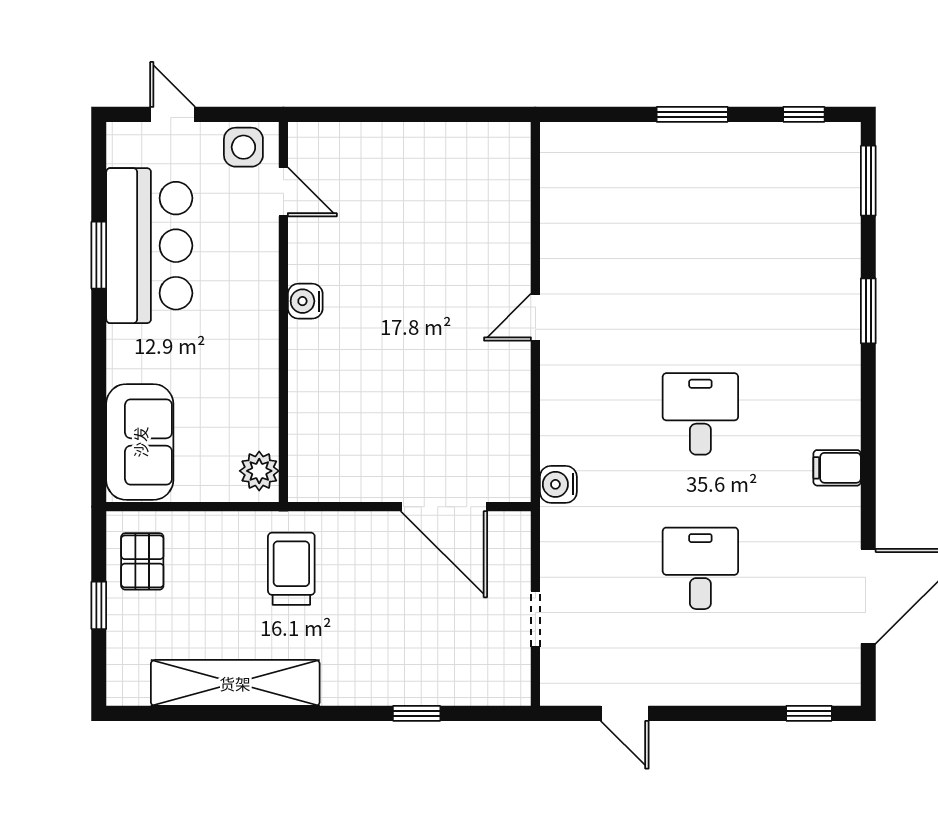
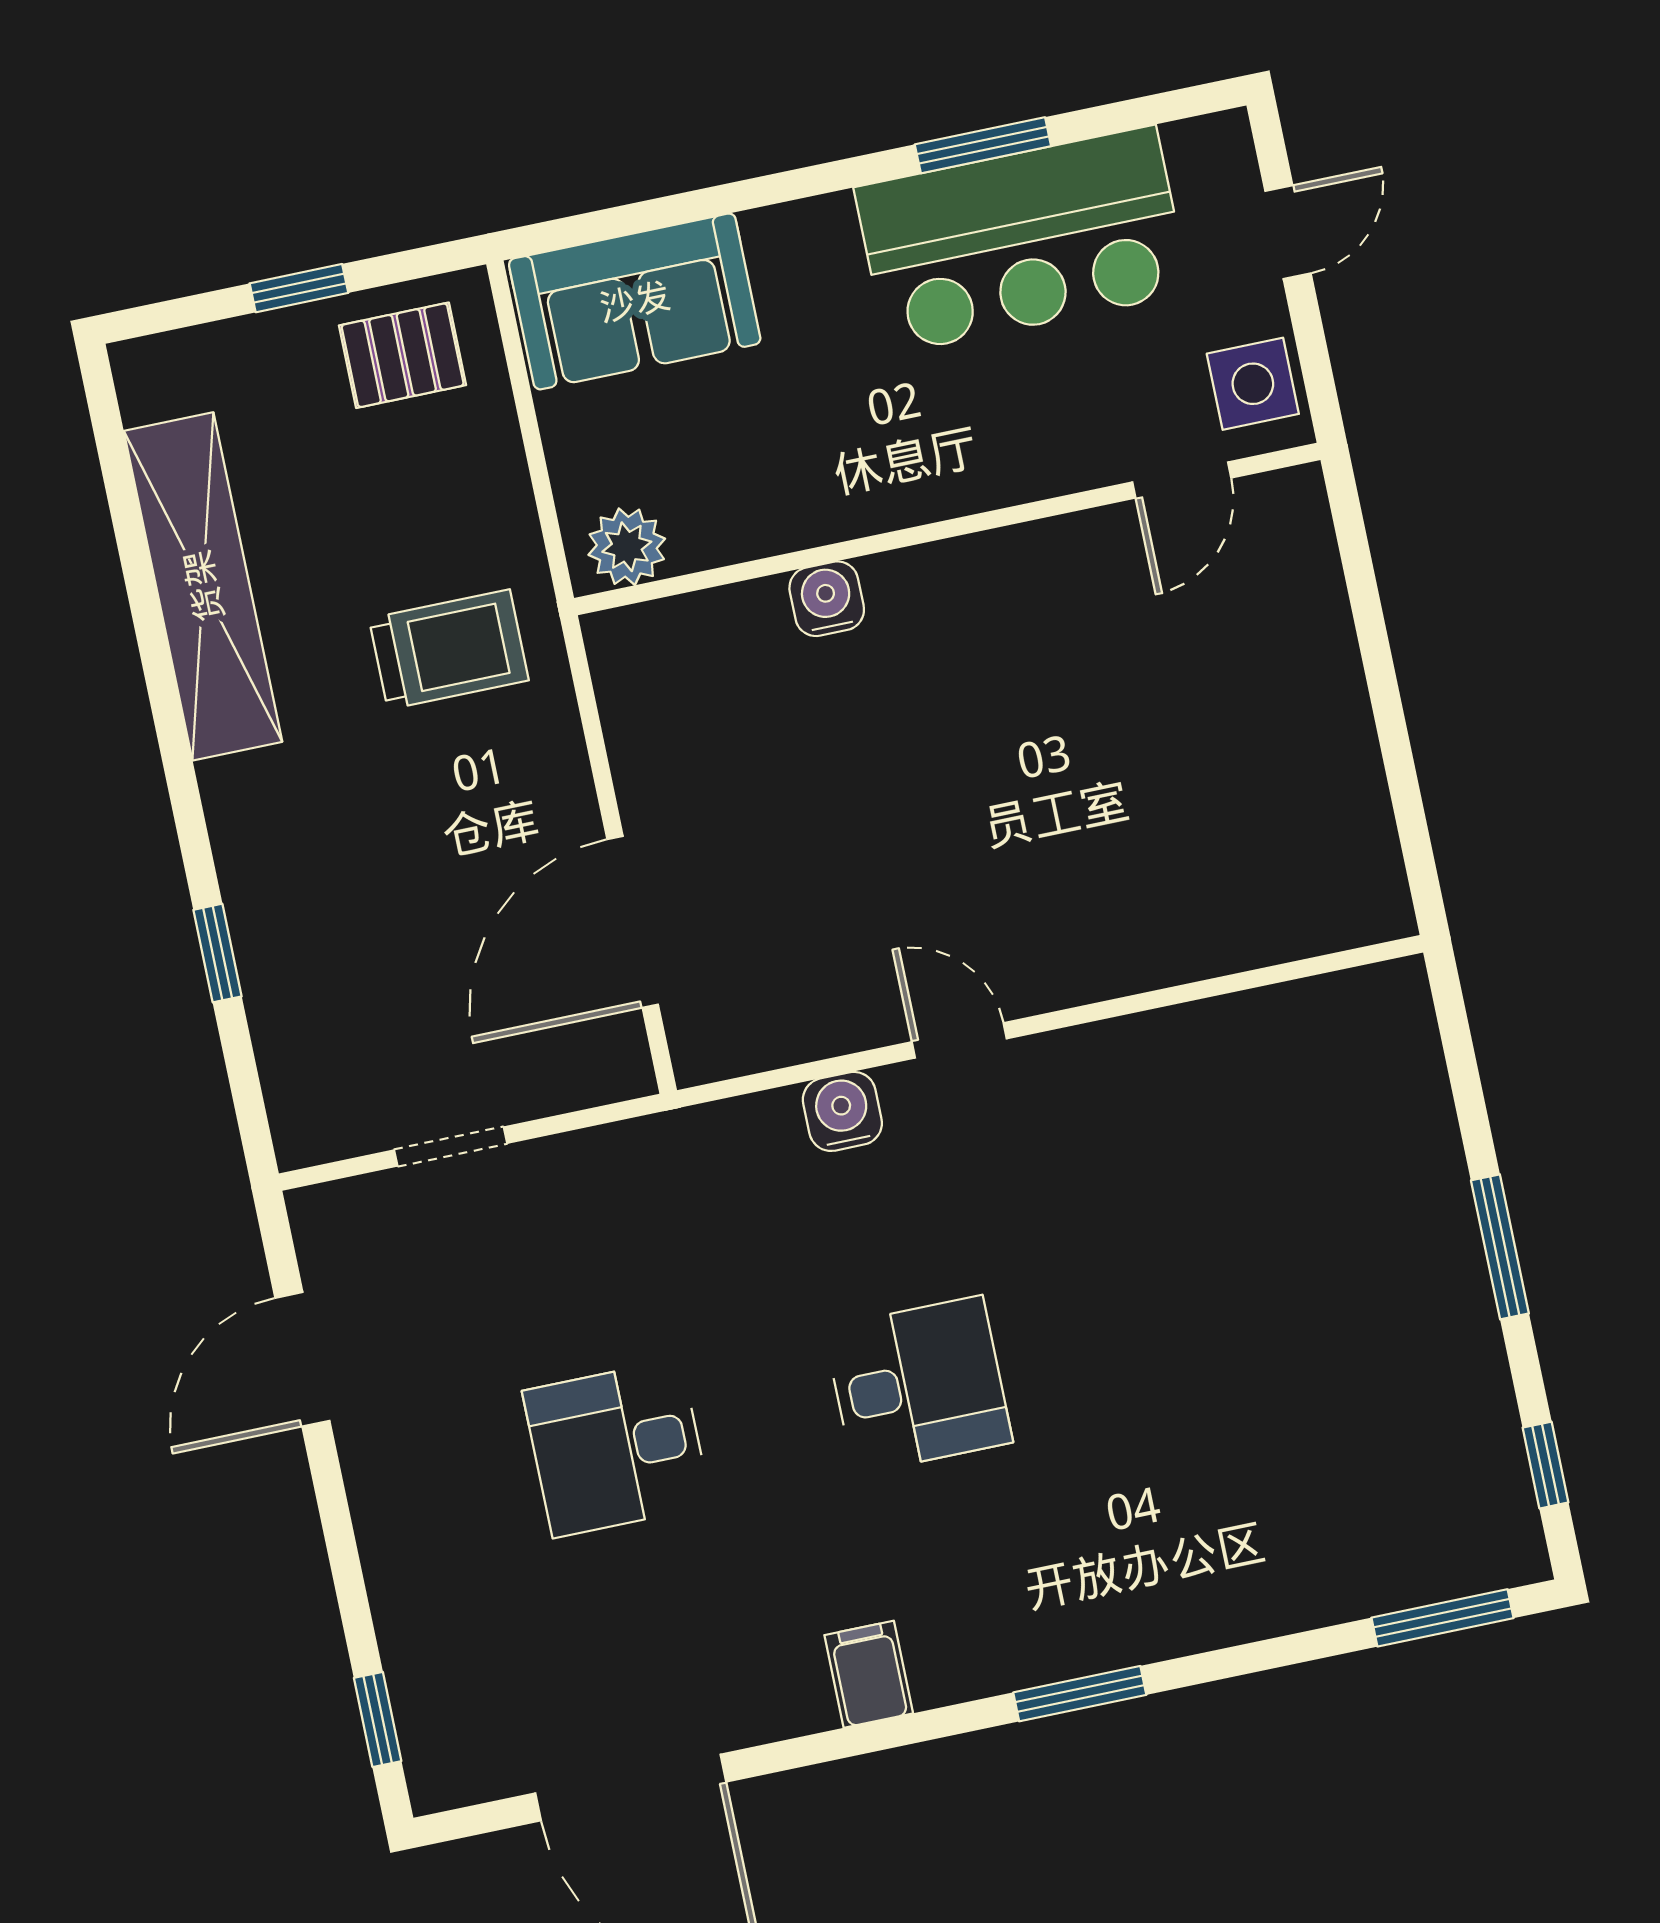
water cooler: (305, 301) -> (827, 599), moved
window: (868, 311) -> (1080, 1694), moved
door: (535, 317) -> (959, 1040), moved
water cooler: (558, 484) -> (842, 1111), moved
desk: (700, 568) -> (617, 1448), turned 180
door: (625, 713) -> (302, 1359), width x1.38

